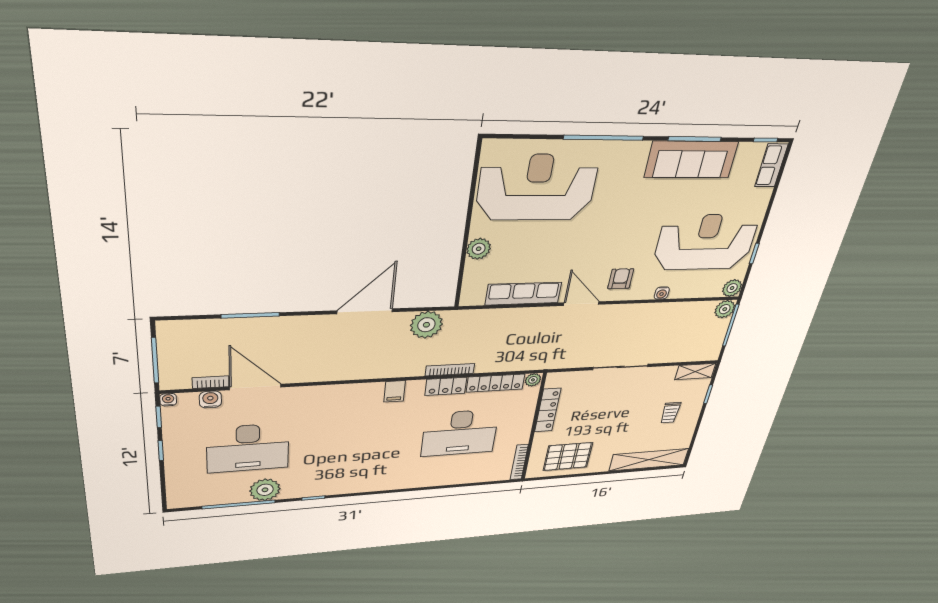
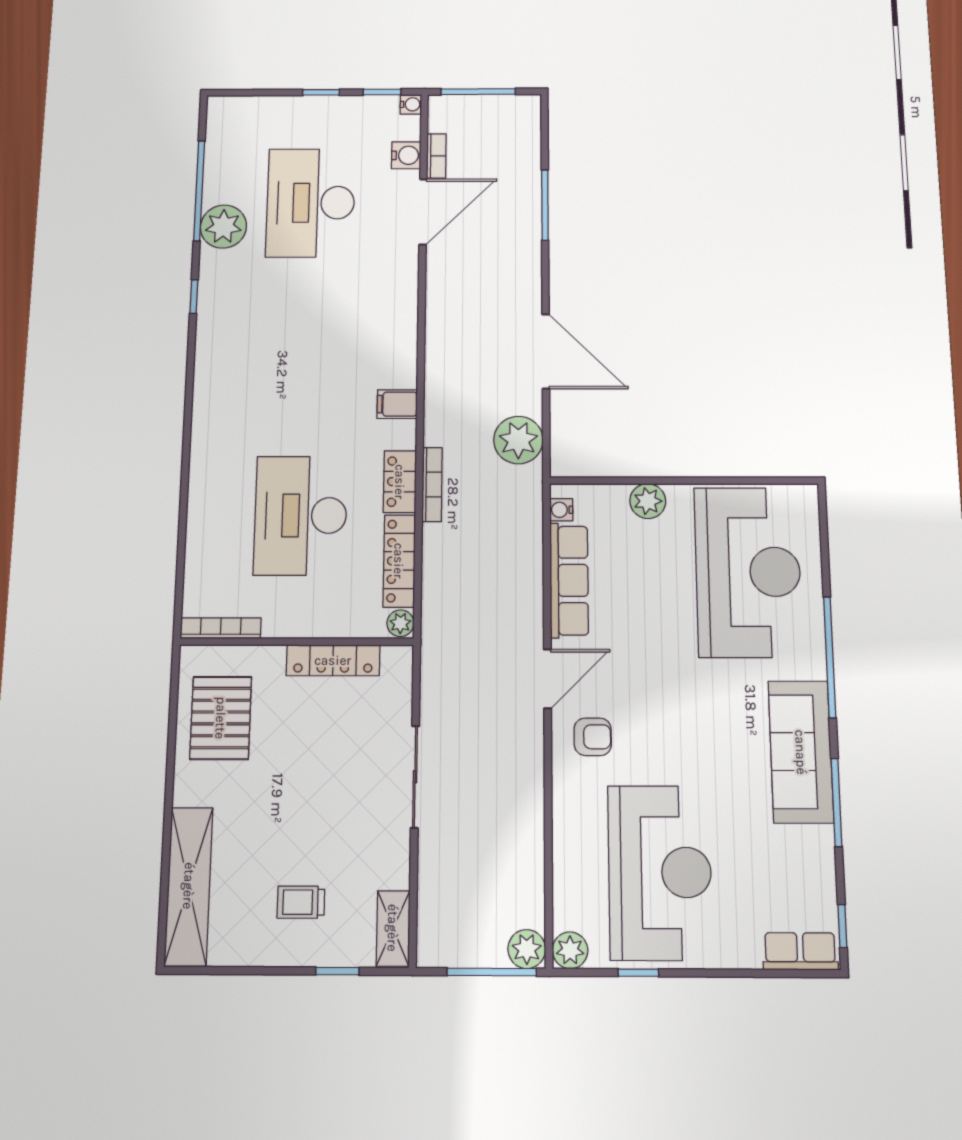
sofa: (691, 160) -> (801, 752), moved
water cooler: (662, 293) -> (561, 510), moved

